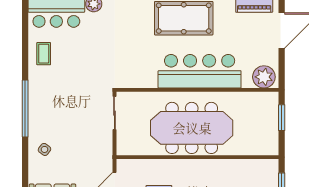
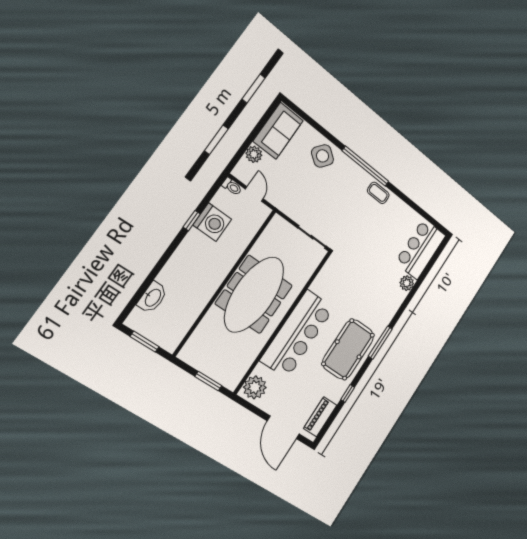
coffee table: (44, 54) -> (378, 193), moved
side table: (44, 149) -> (323, 156), width x1.87, depth x1.87

